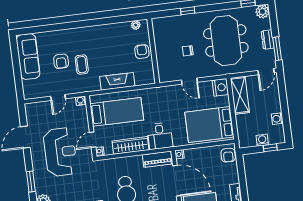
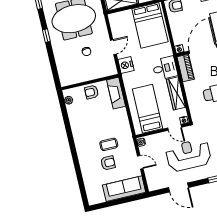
window: (188, 11) -> (46, 36), moved
sofa: (28, 57) -> (124, 189), moved
fireplace: (117, 81) -> (116, 93), moved
nightstand: (220, 87) -> (126, 65), moved, turned -90

